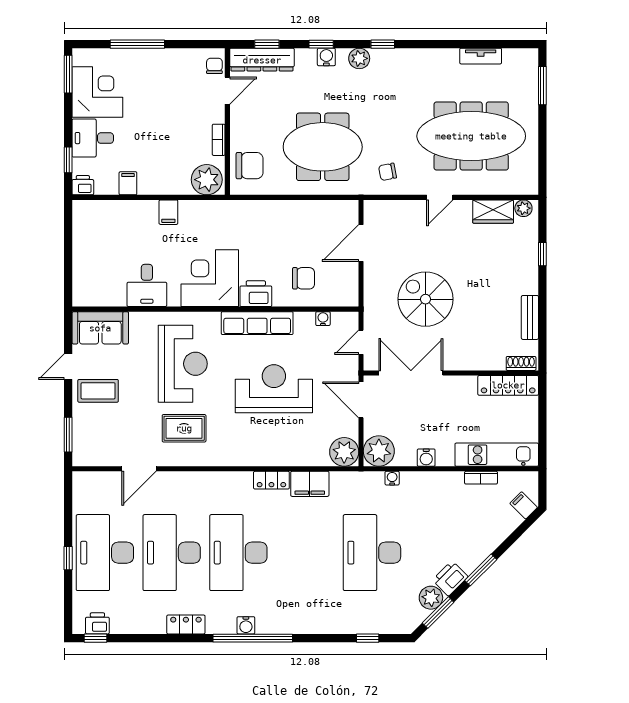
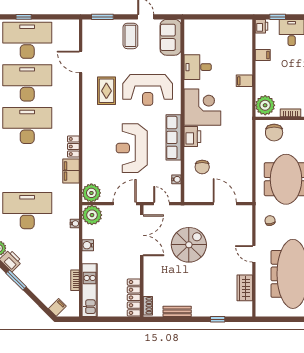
plant: (523, 208) -> (247, 307), removed
reception desk: (274, 389) -> (132, 148), turned 180

